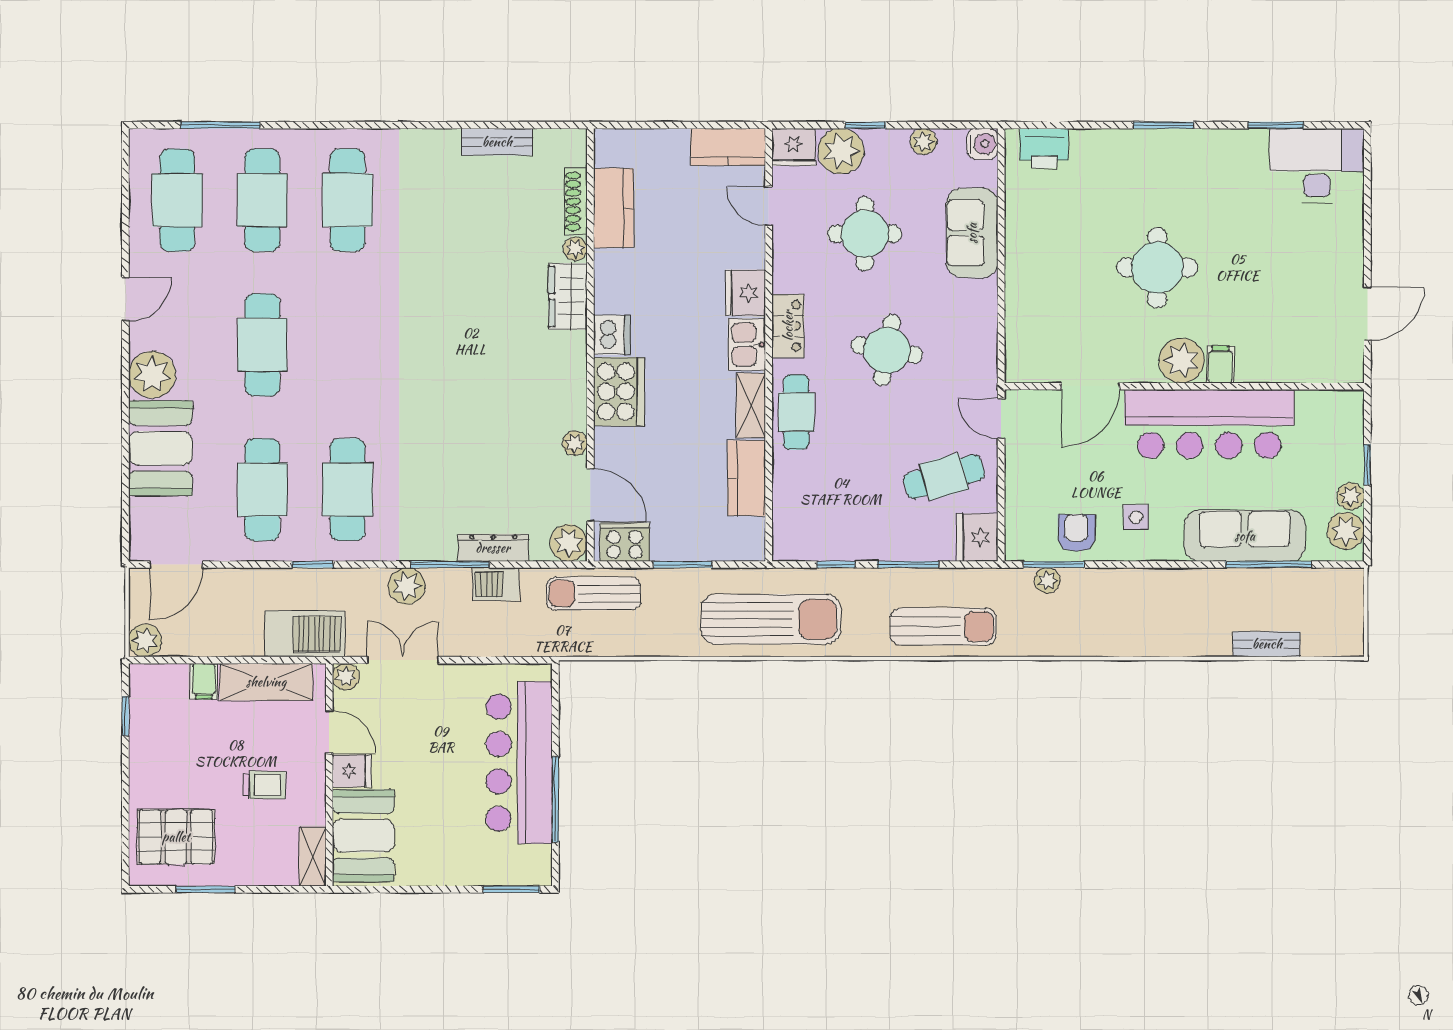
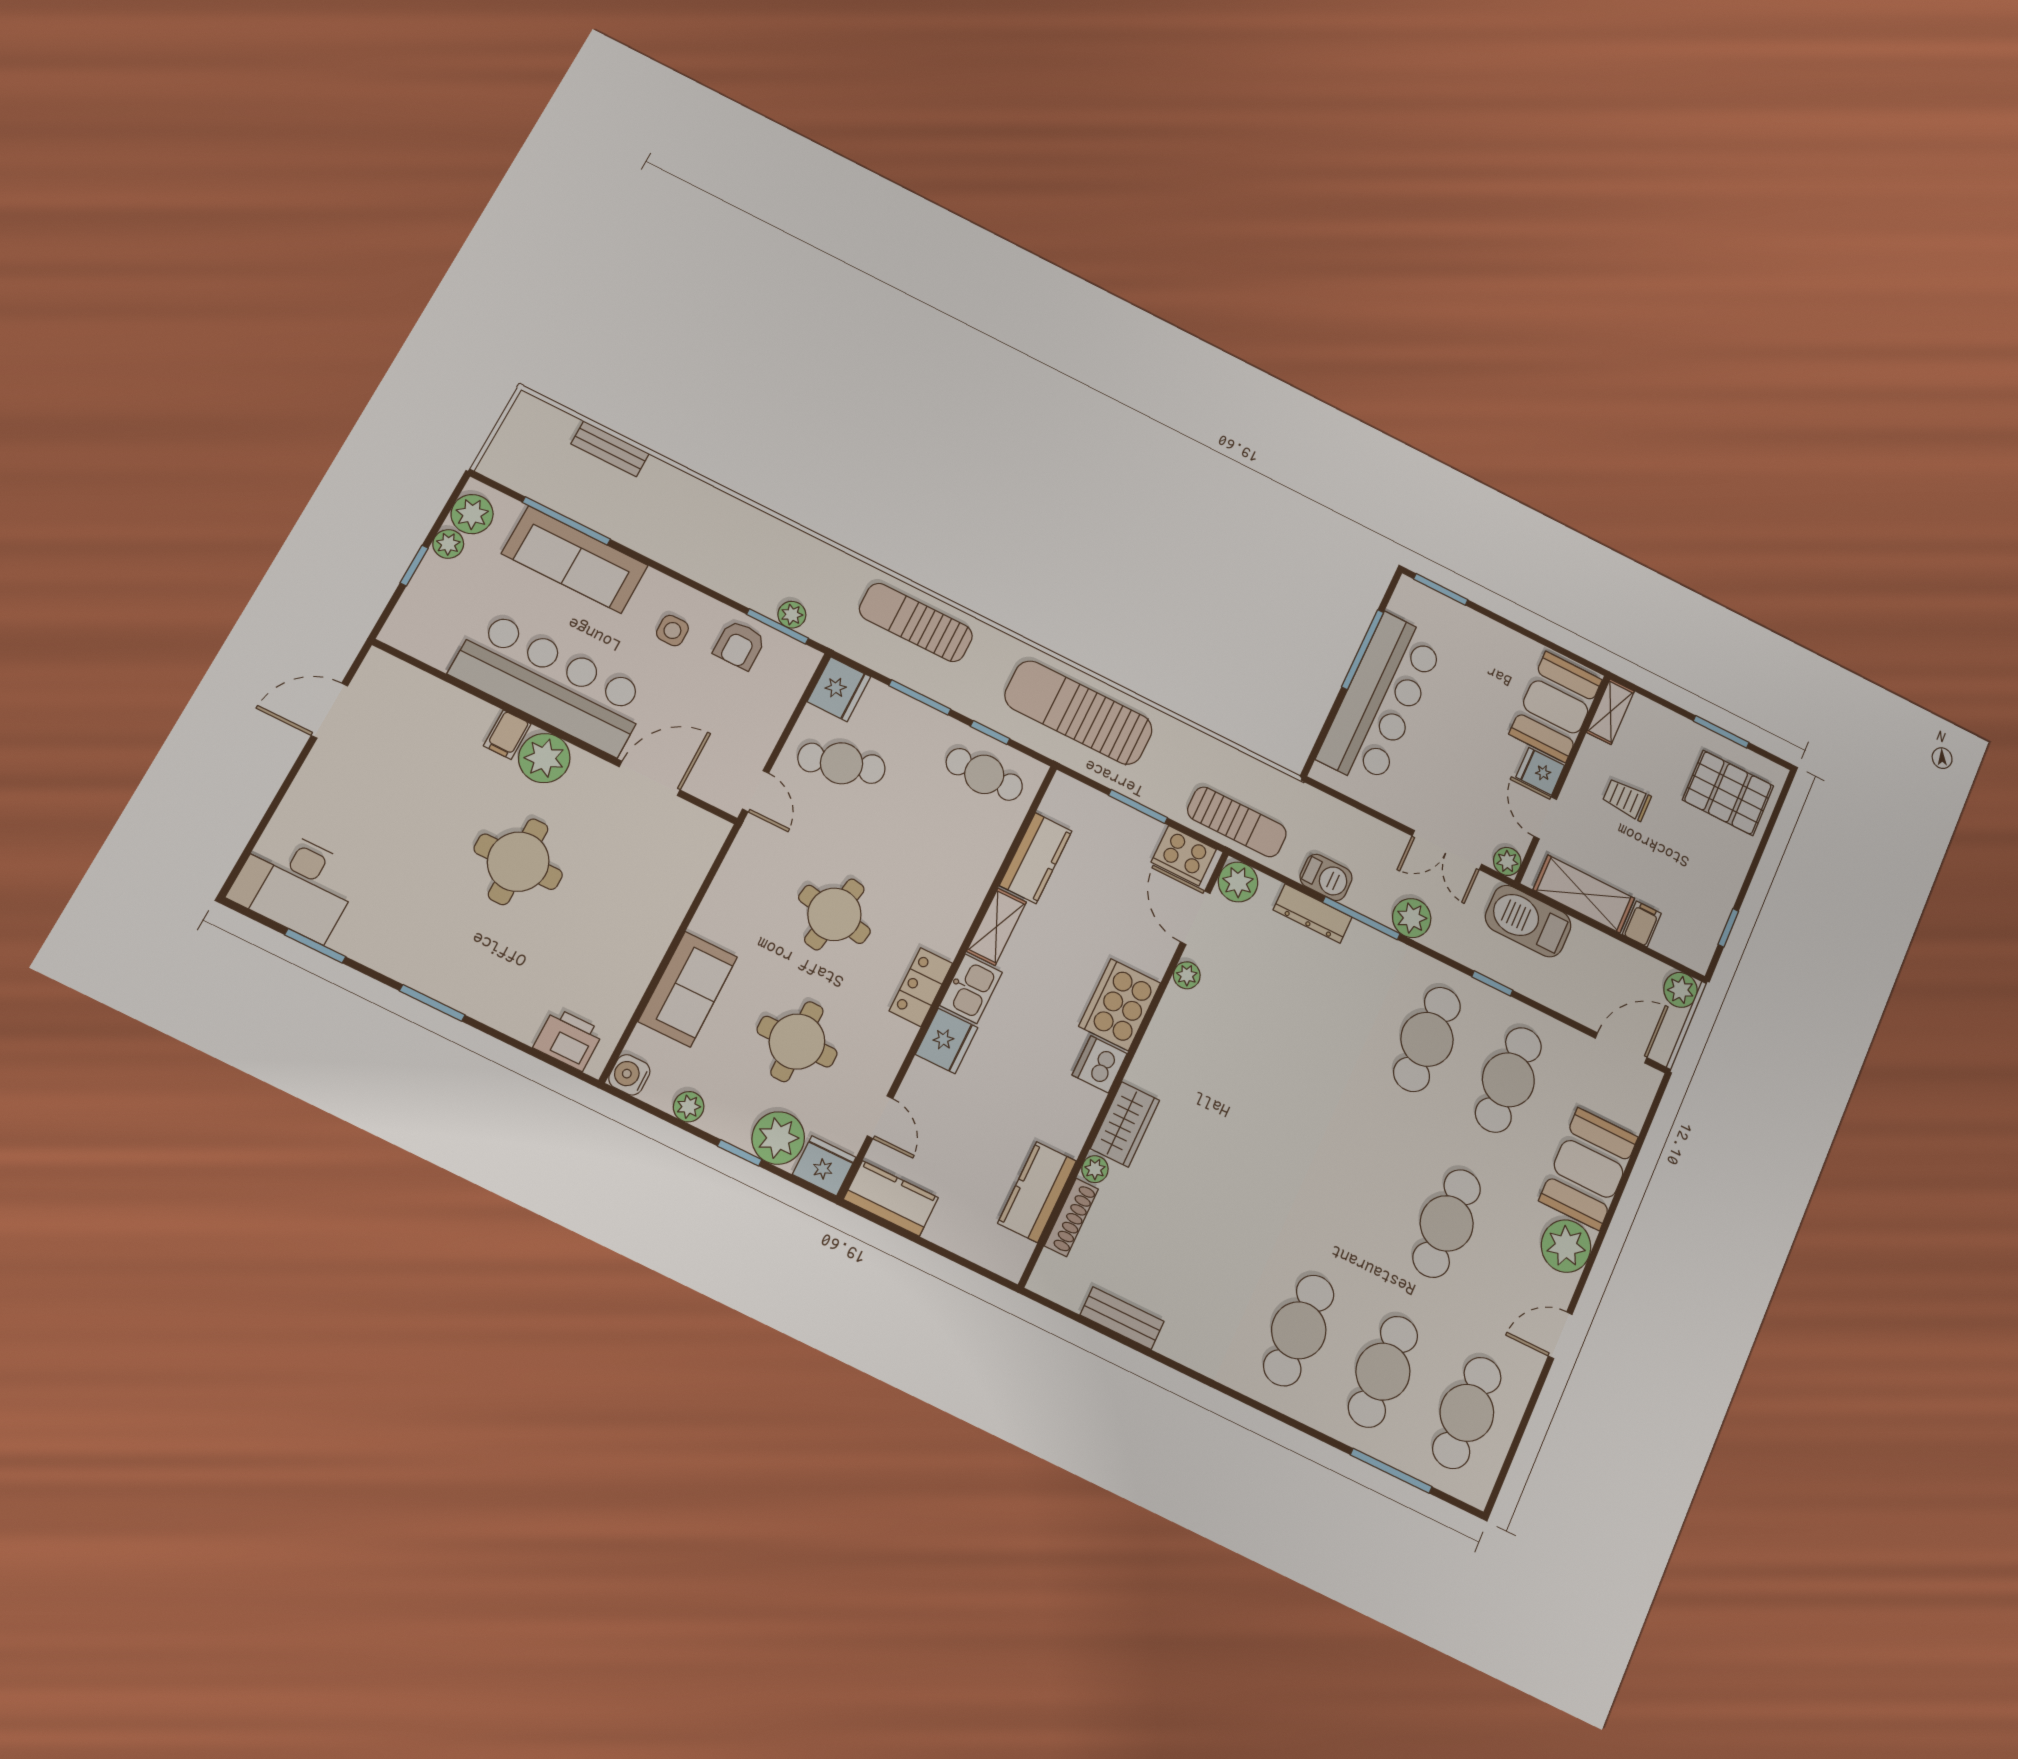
cafe table: (796, 412) -> (984, 774), moved, turned 90

